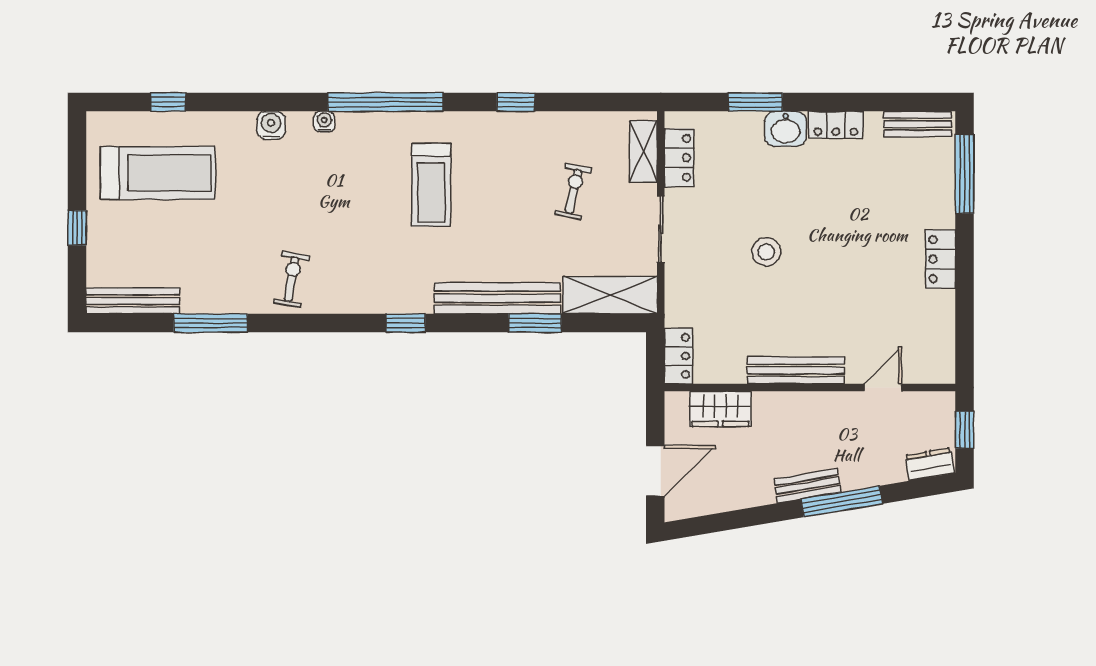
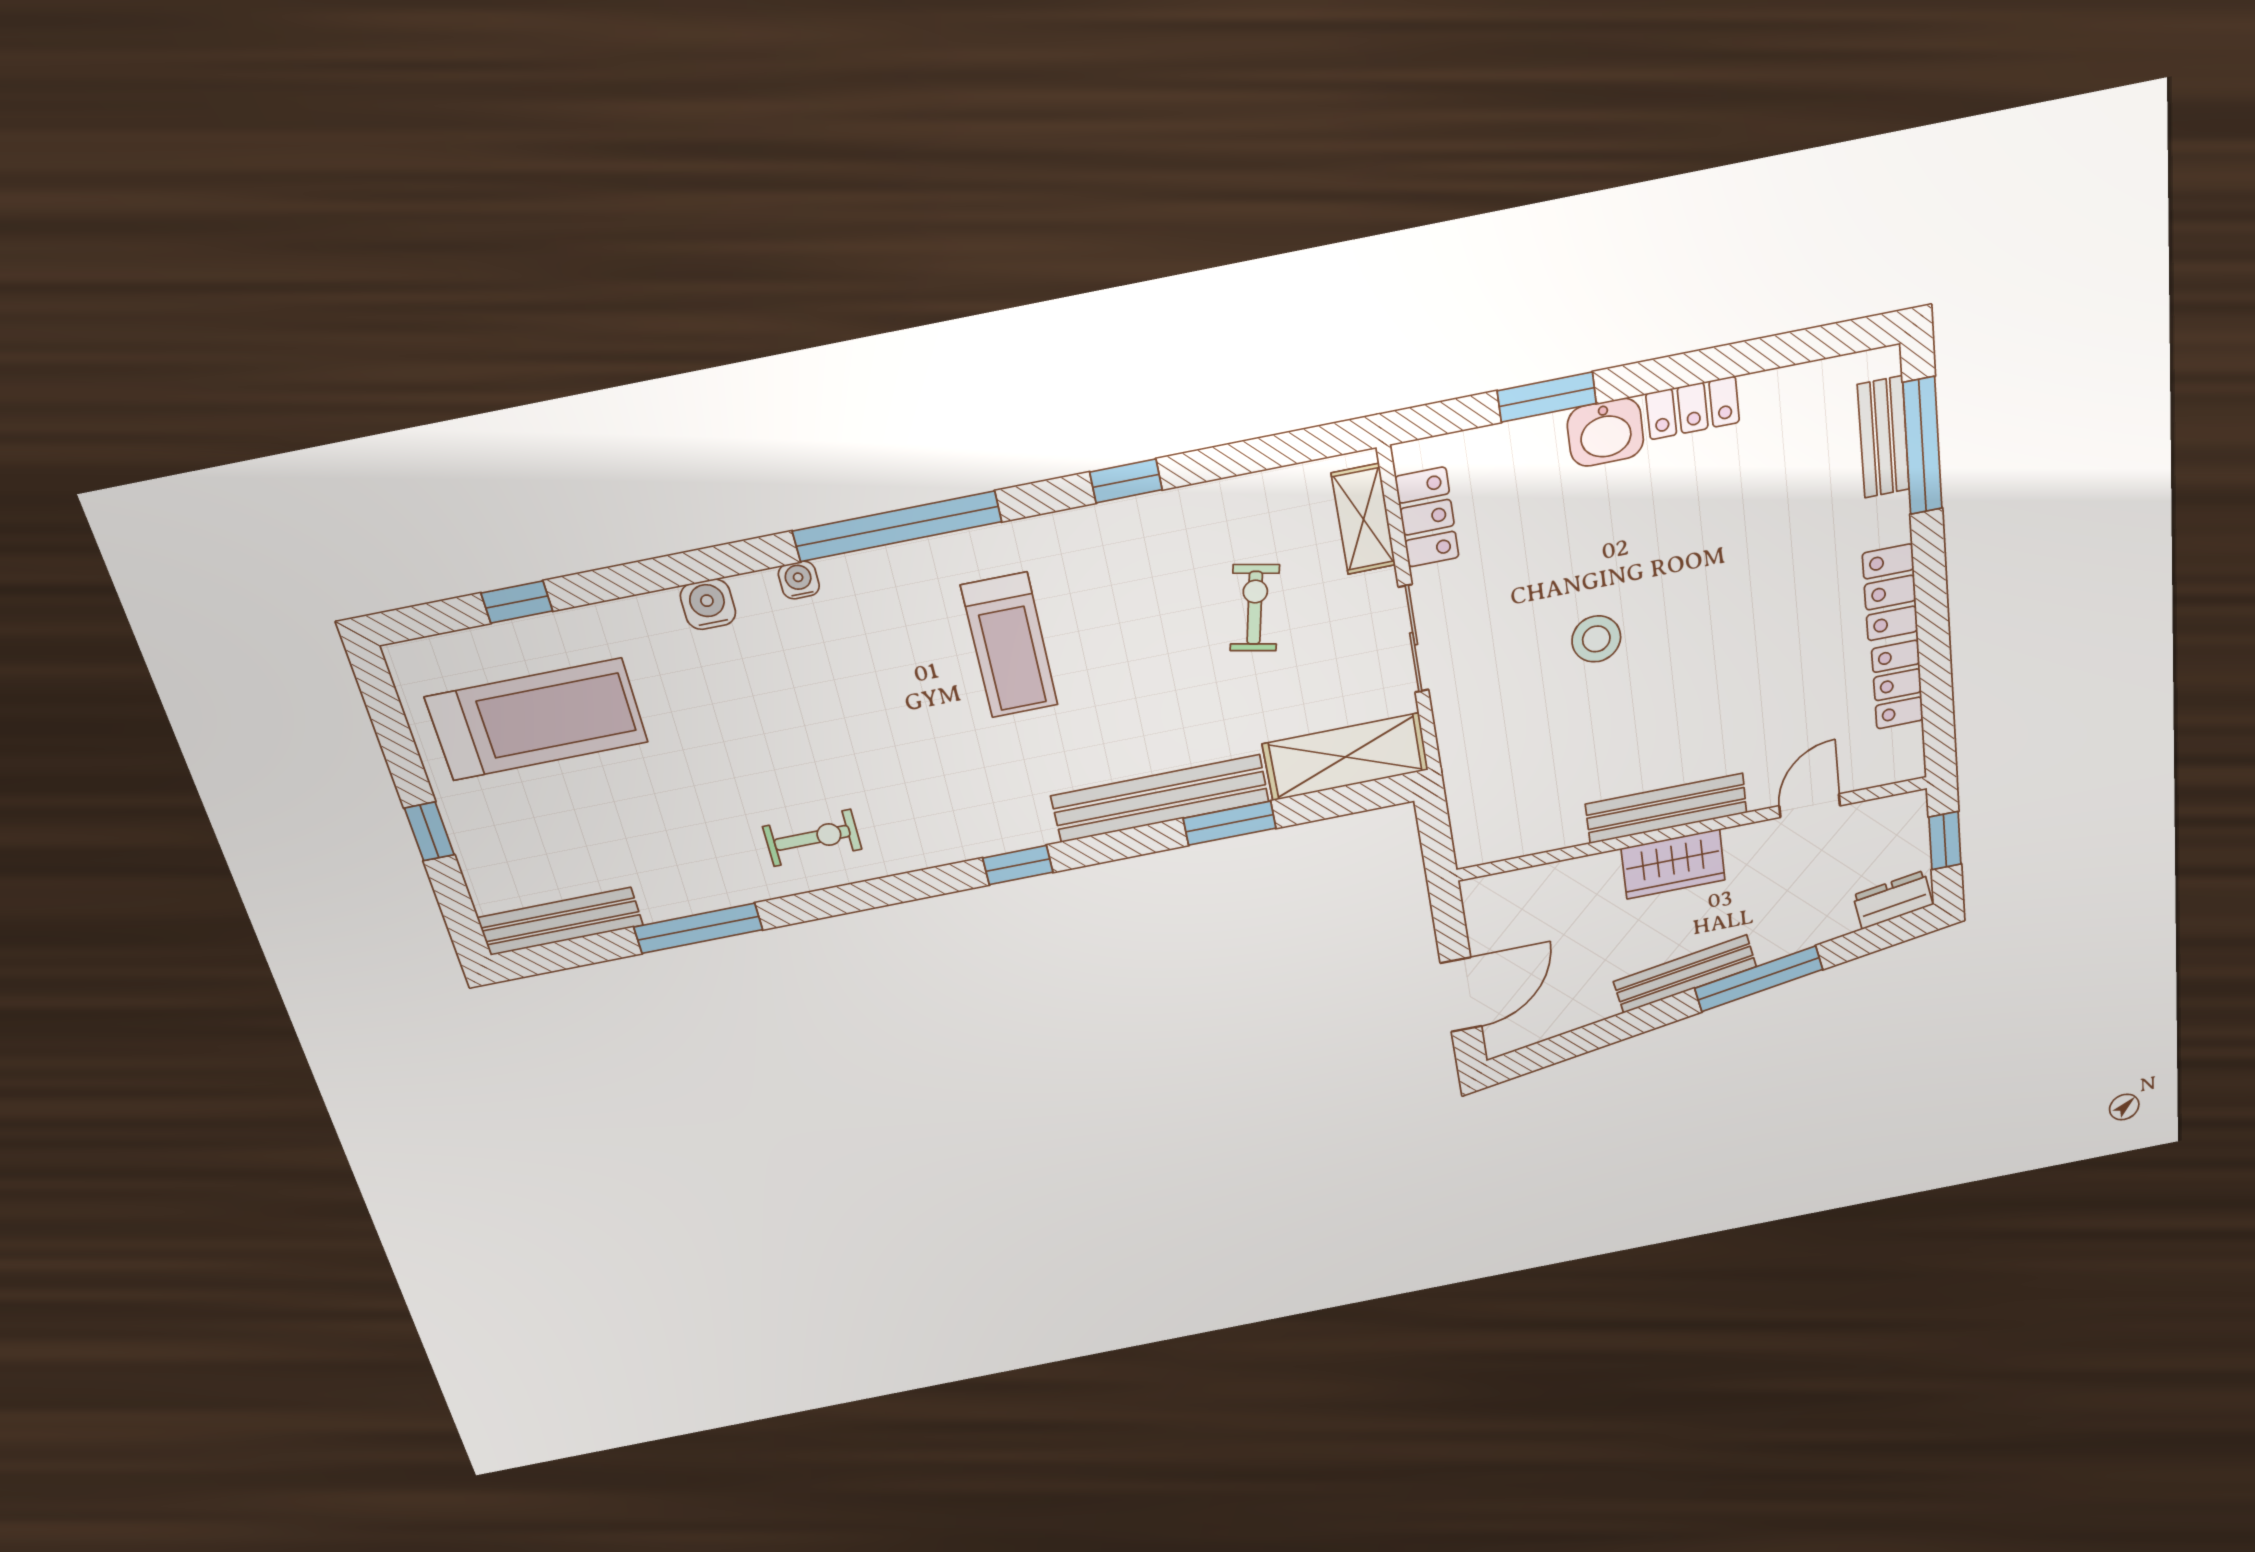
bench: (918, 124) -> (1883, 437), moved, turned 90
exercise bike: (291, 279) -> (812, 838), turned 80
locker: (679, 356) -> (1897, 685), moved, turned 180
wardrobe: (720, 409) -> (1673, 864), moved
bench: (807, 486) -> (1685, 974), width x1.36

